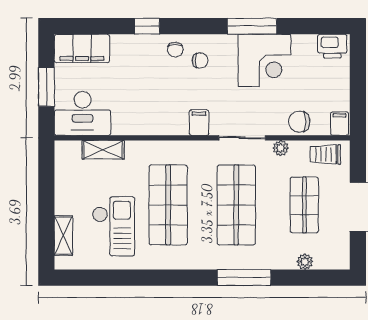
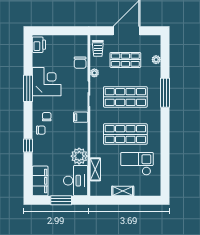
plant: (128, 120) -> (79, 156), added
filing cabinet: (339, 124) -> (81, 41), removed
shelving: (63, 236) -> (123, 191), moved

